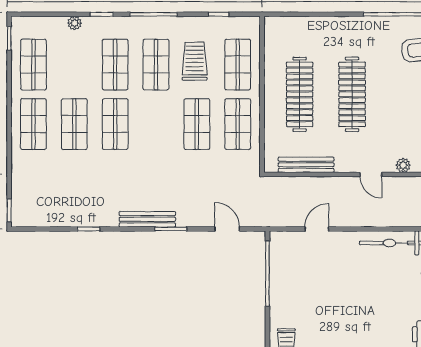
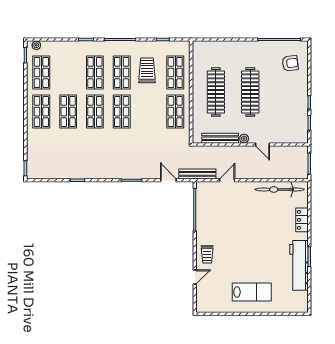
plant: (75, 23) -> (36, 45), moved
shop shelf: (197, 124) -> (122, 112), moved
plant: (403, 165) -> (244, 139), moved
bench: (147, 219) -> (197, 174), moved

